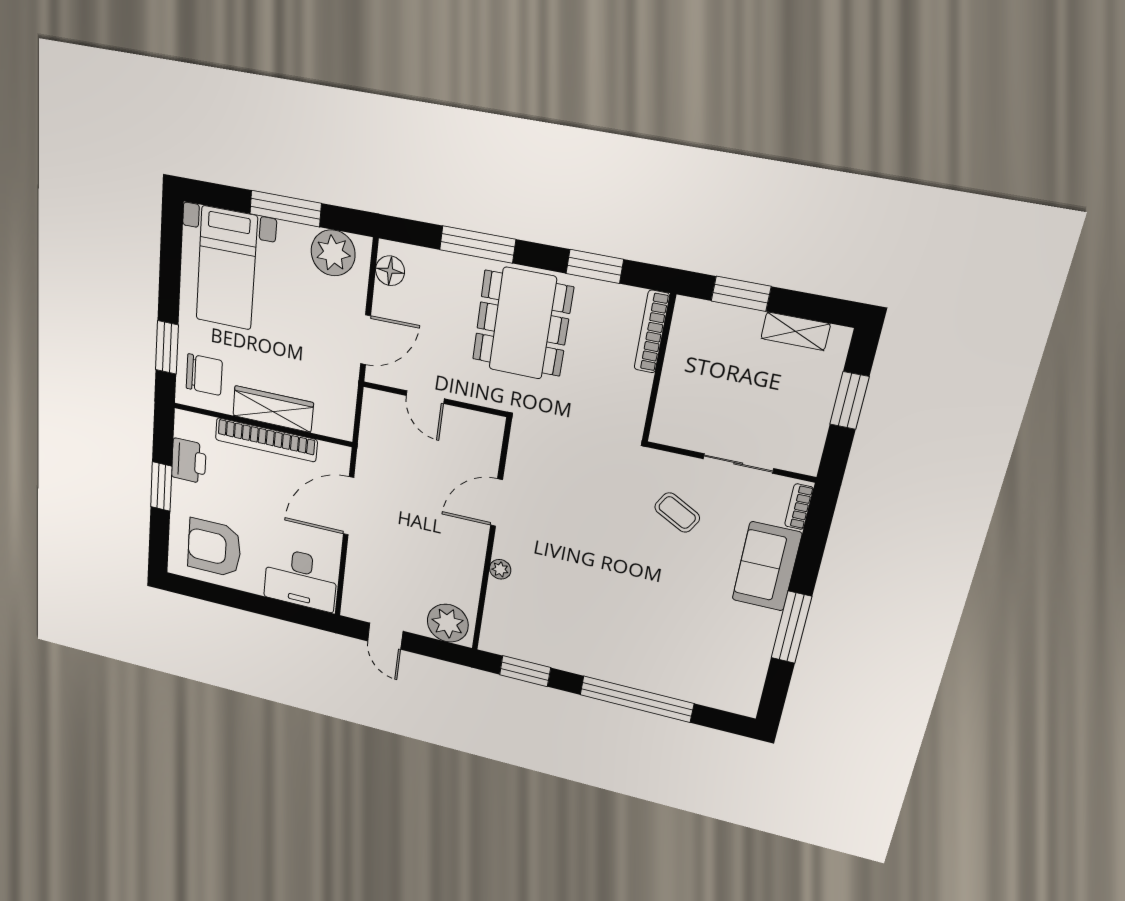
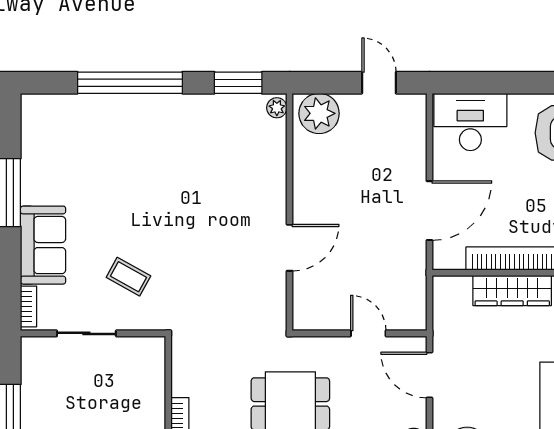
door: (366, 340) -> (429, 375), hinge flipped
plant: (500, 569) -> (277, 108), moved

